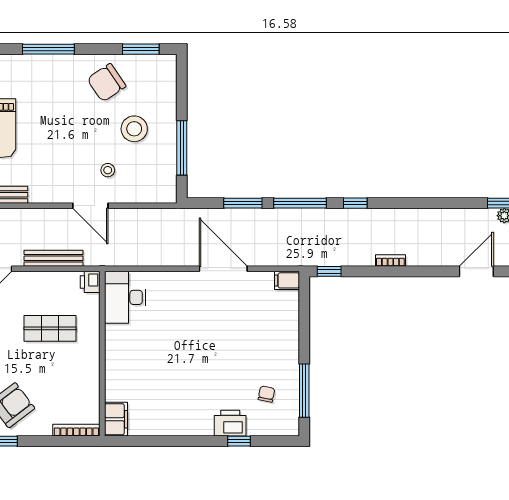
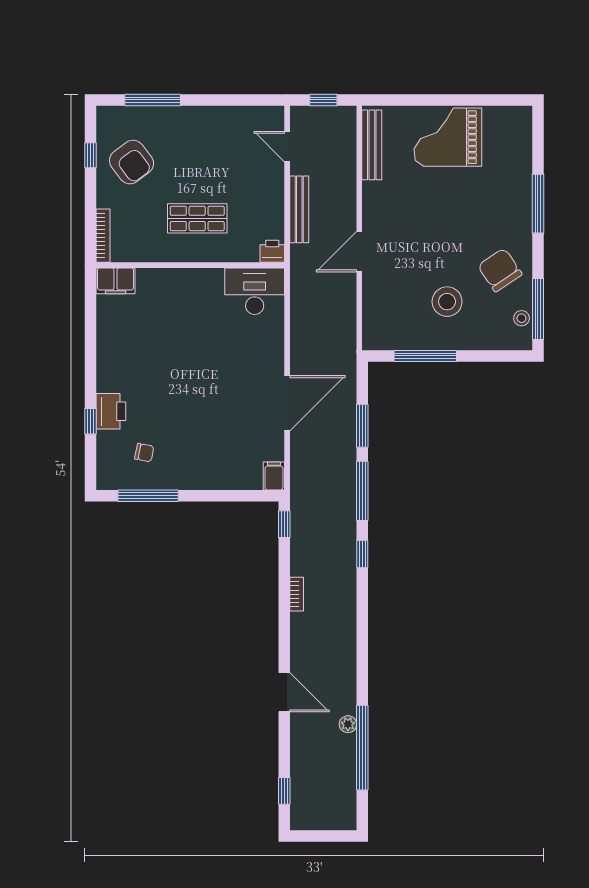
window: (141, 49) -> (538, 309), width x1.44
stool: (108, 170) -> (522, 318), moved
shop shelf: (50, 328) -> (197, 218), moved, turned 90

